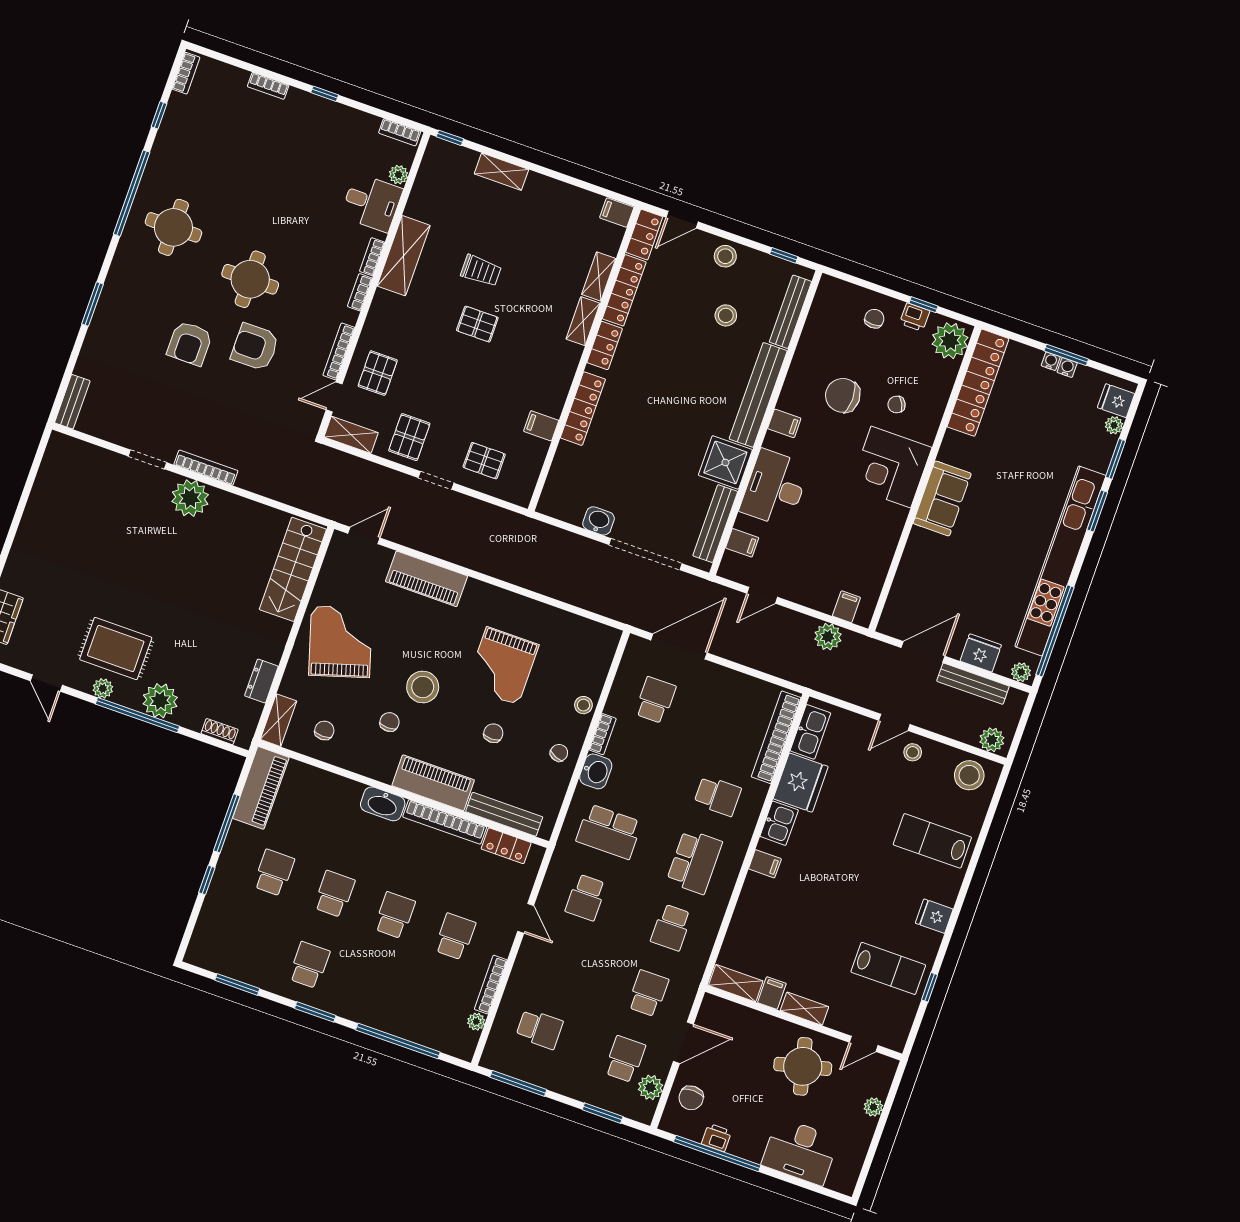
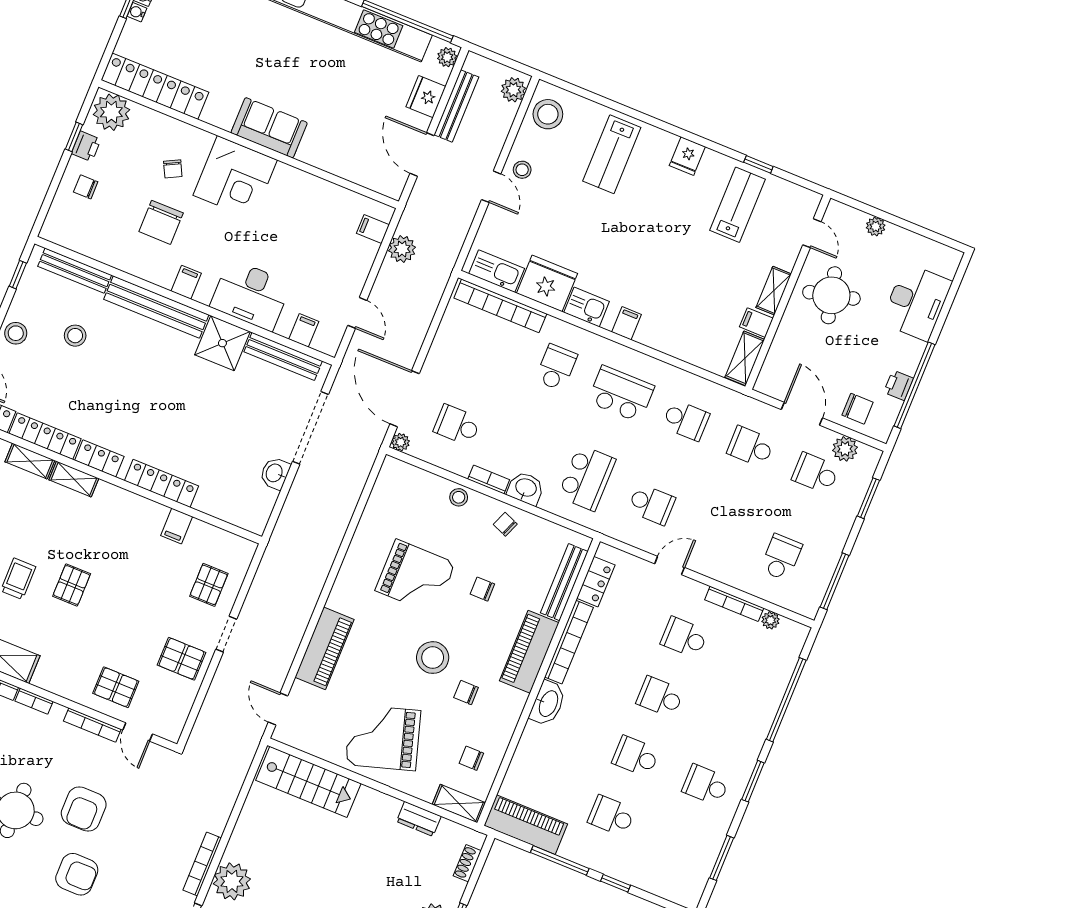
shelving: (351, 435) -> (176, 717), removed
plant: (636, 645) -> (401, 442), added

